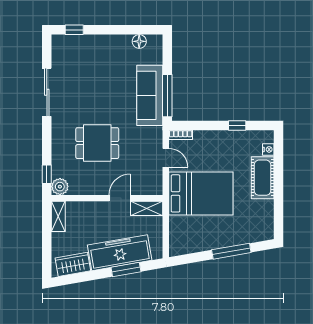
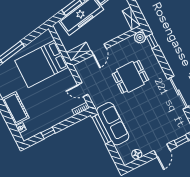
door: (105, 30) -> (162, 150), added
bed: (201, 193) -> (42, 64), moved

